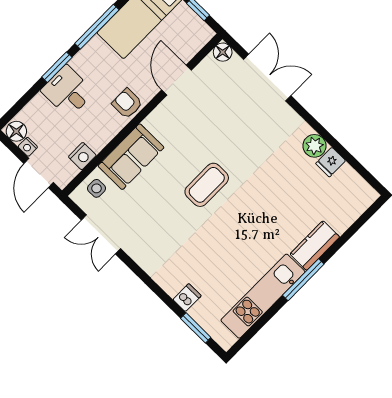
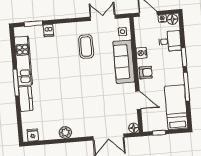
desk: (68, 91) -> (170, 41), moved
nightstand: (82, 156) -> (141, 53), moved
sofa: (131, 157) -> (124, 62), width x1.36
fridge: (331, 162) -> (33, 135), moved
coffee table: (207, 185) -> (86, 47), moved

